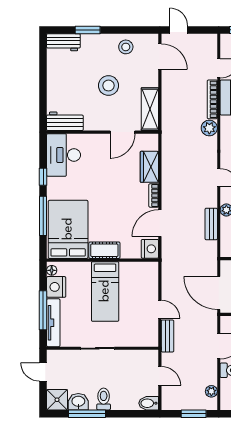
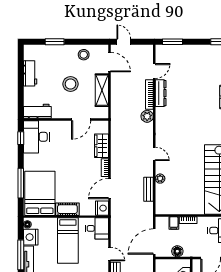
workbench: (63, 42) -> (30, 73), moved, turned -90
shelving: (150, 109) -> (102, 90), moved
window: (43, 177) -> (21, 138), moved
desk: (143, 276) -> (97, 228), added
door: (219, 293) -> (154, 242), hinge flipped

